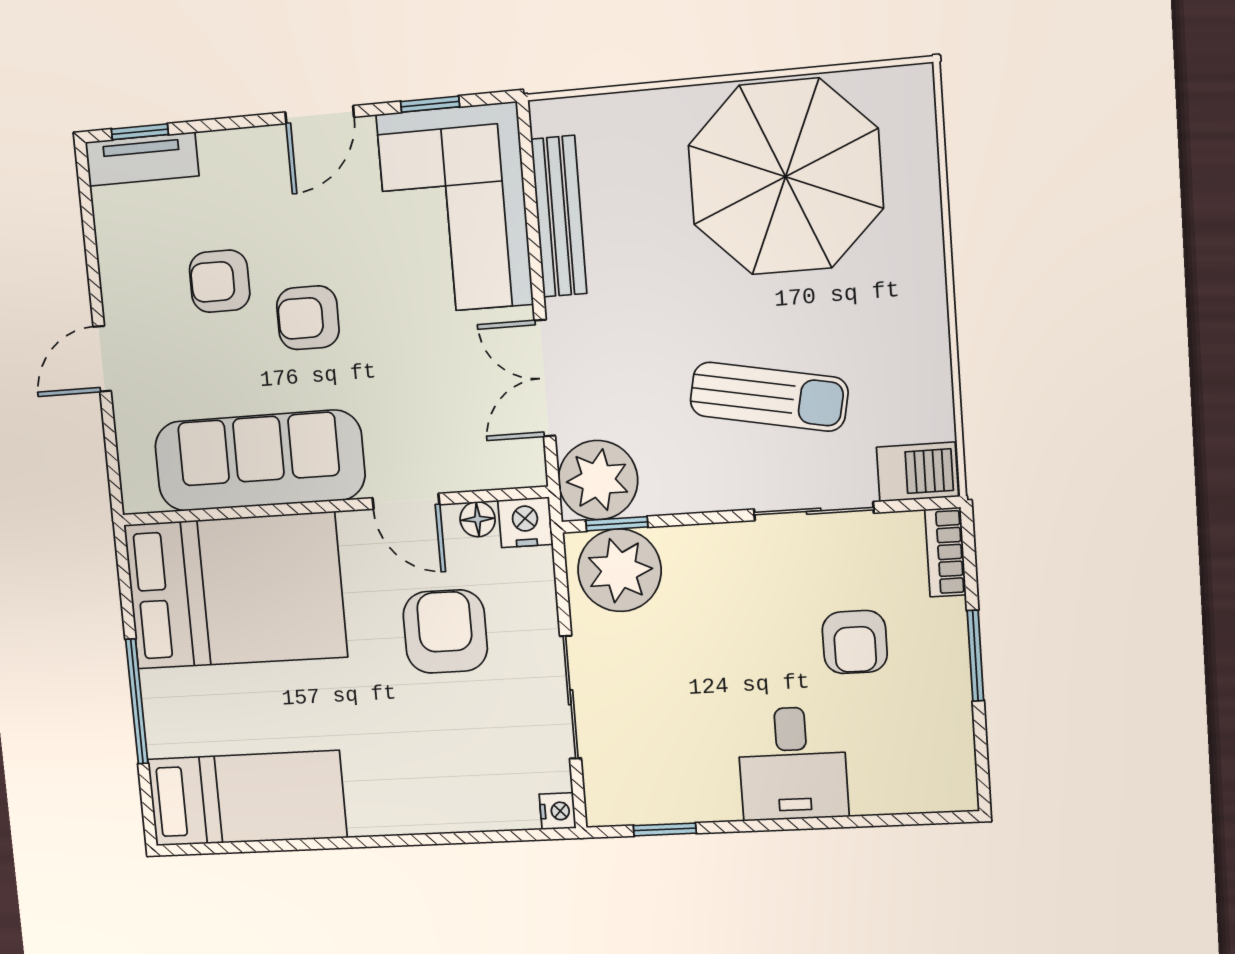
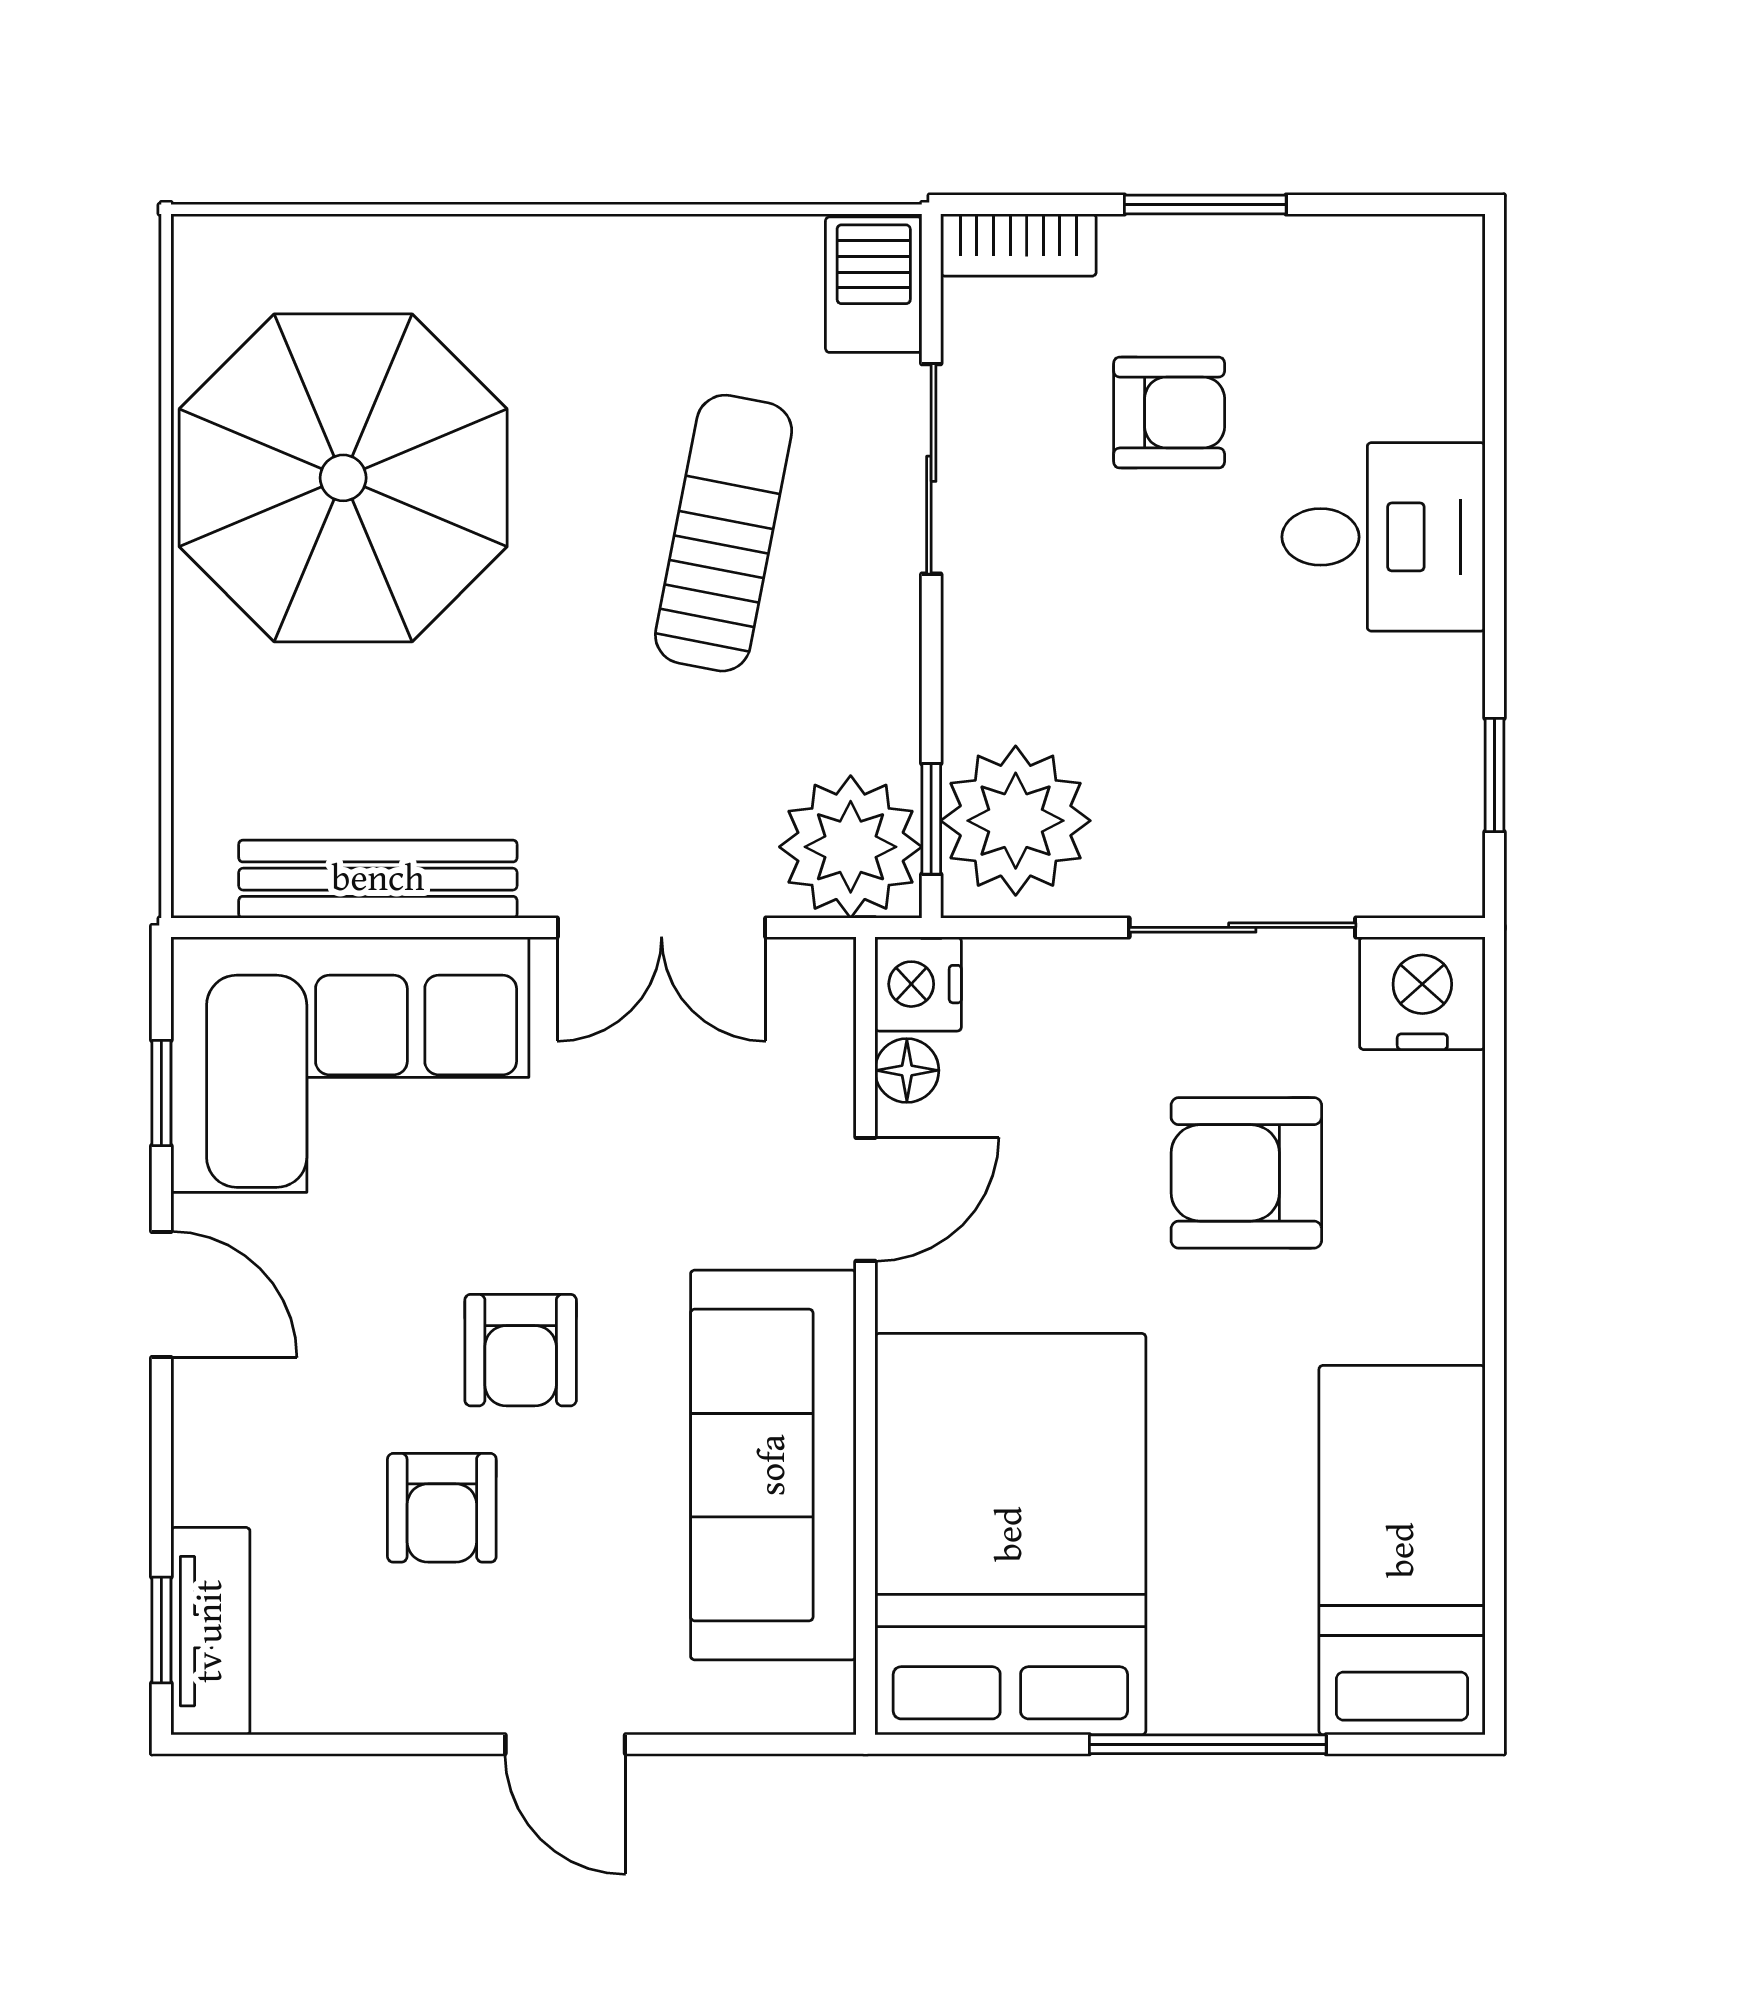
armchair: (445, 631) -> (1246, 1173), moved
nightstand: (558, 811) -> (1422, 993), width x1.89, depth x1.79

